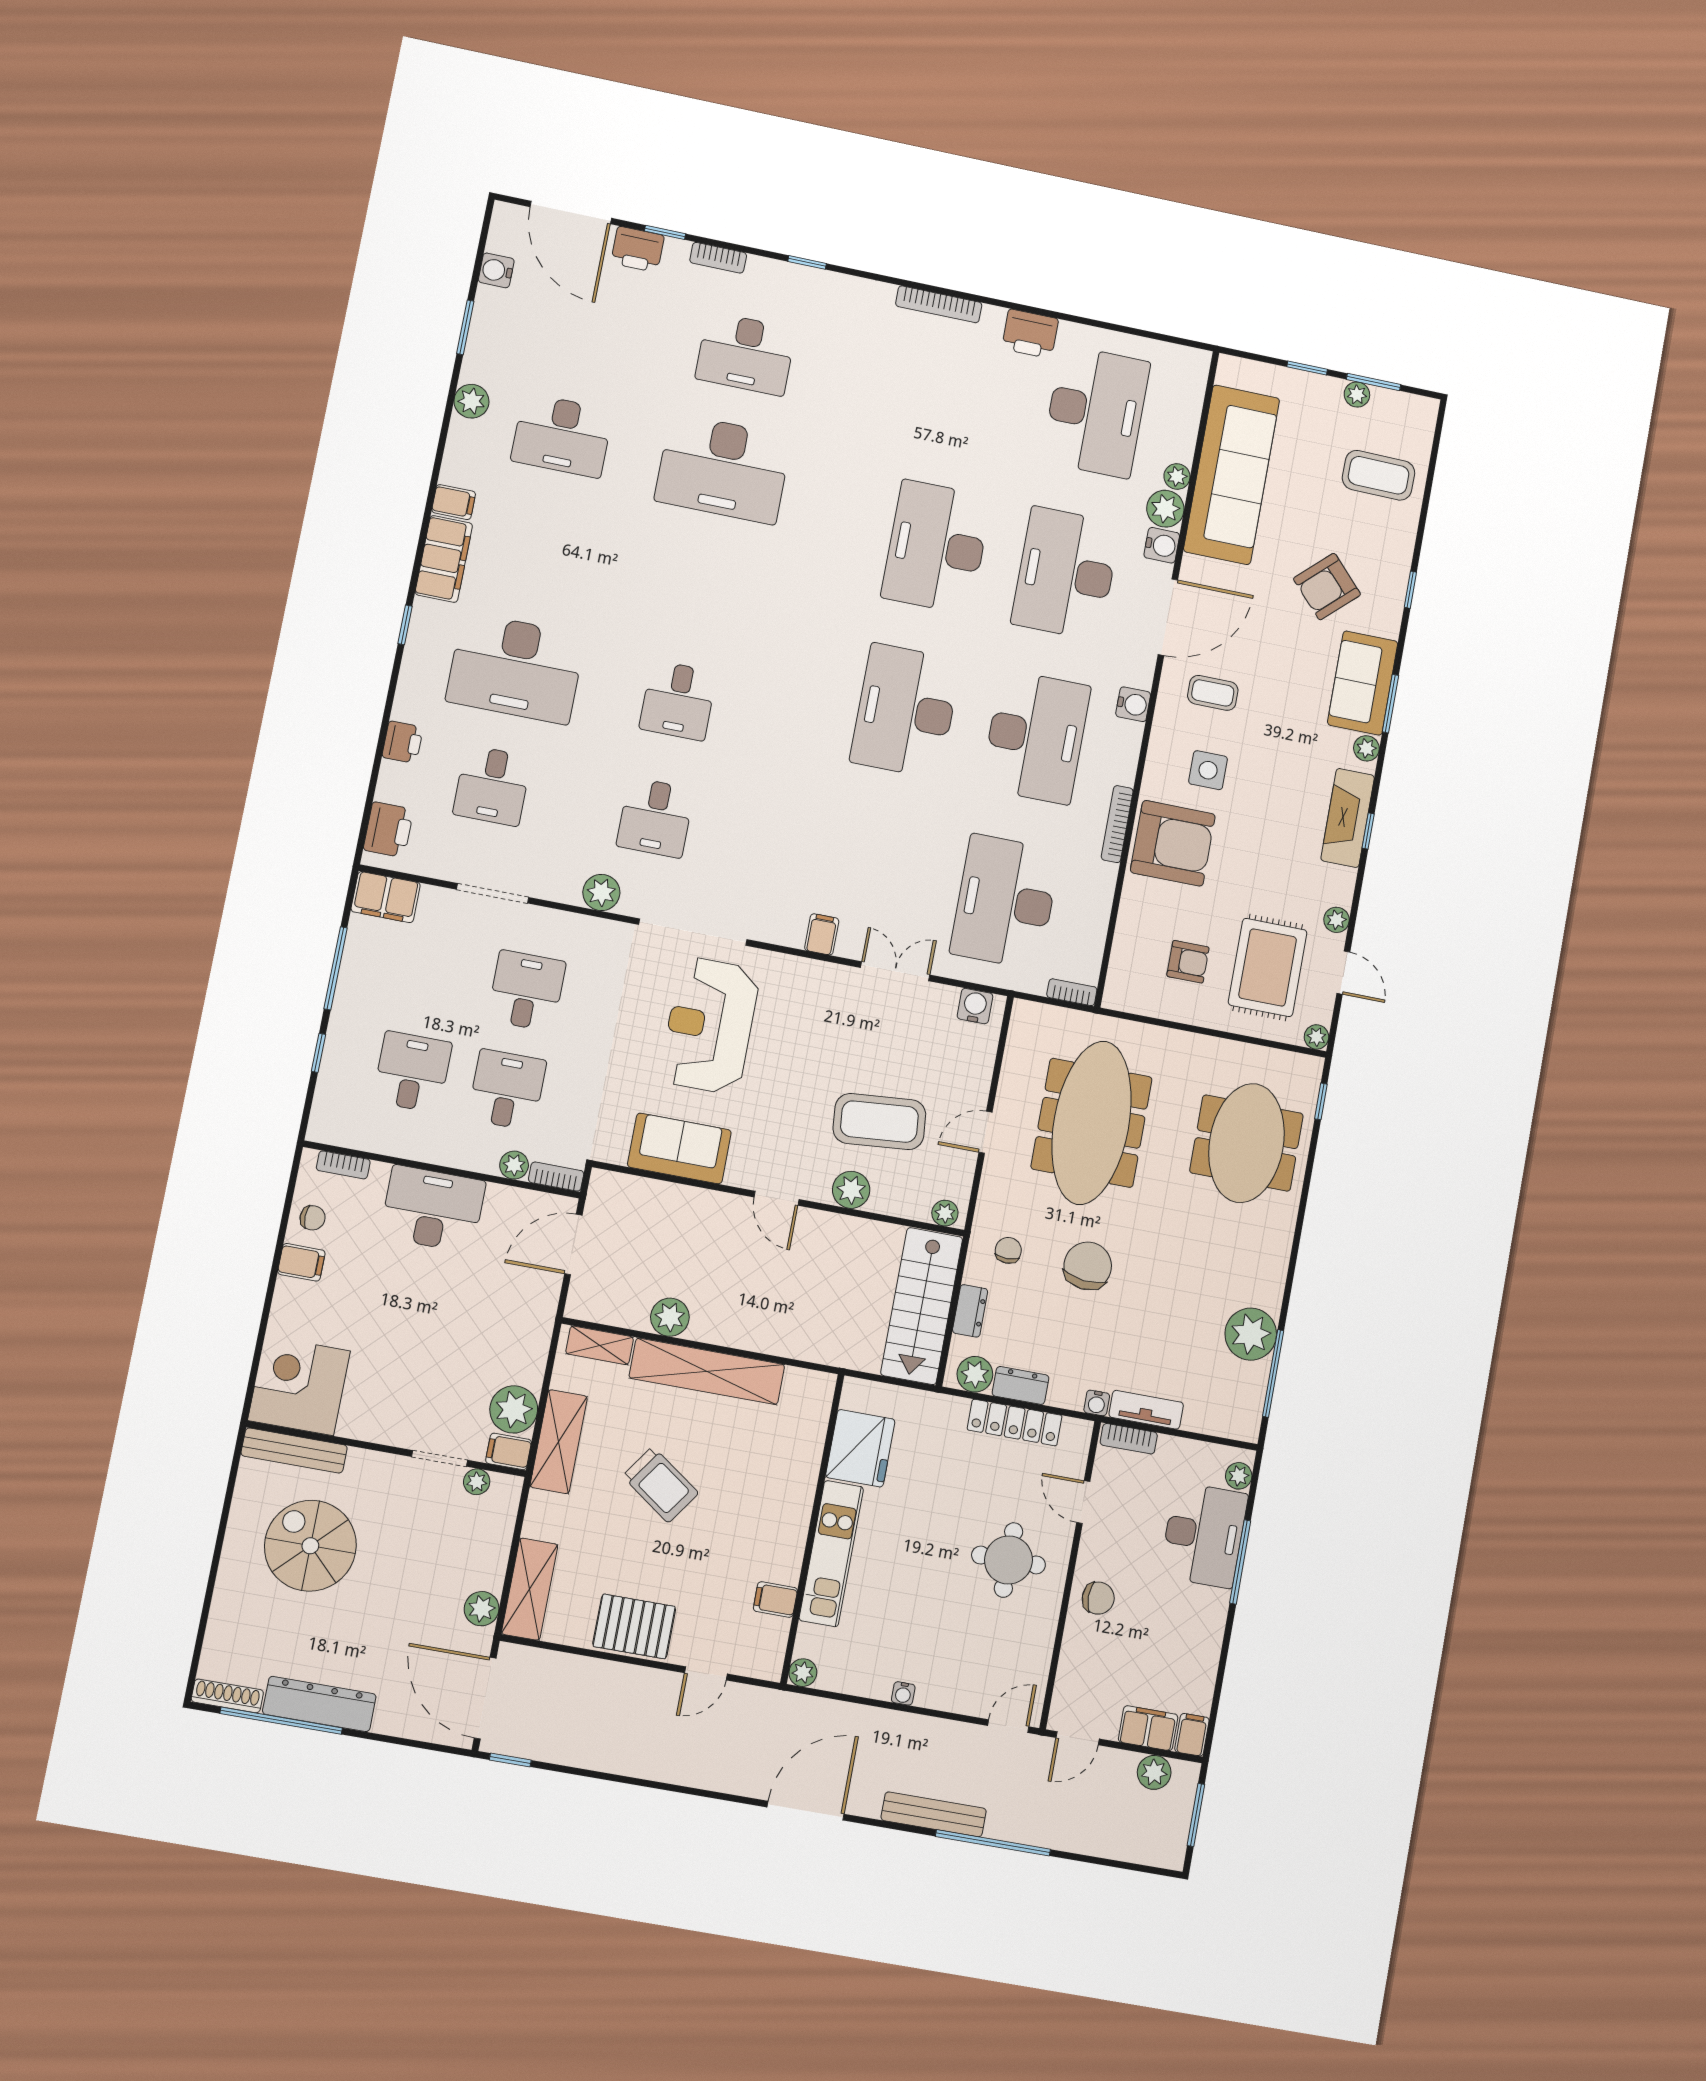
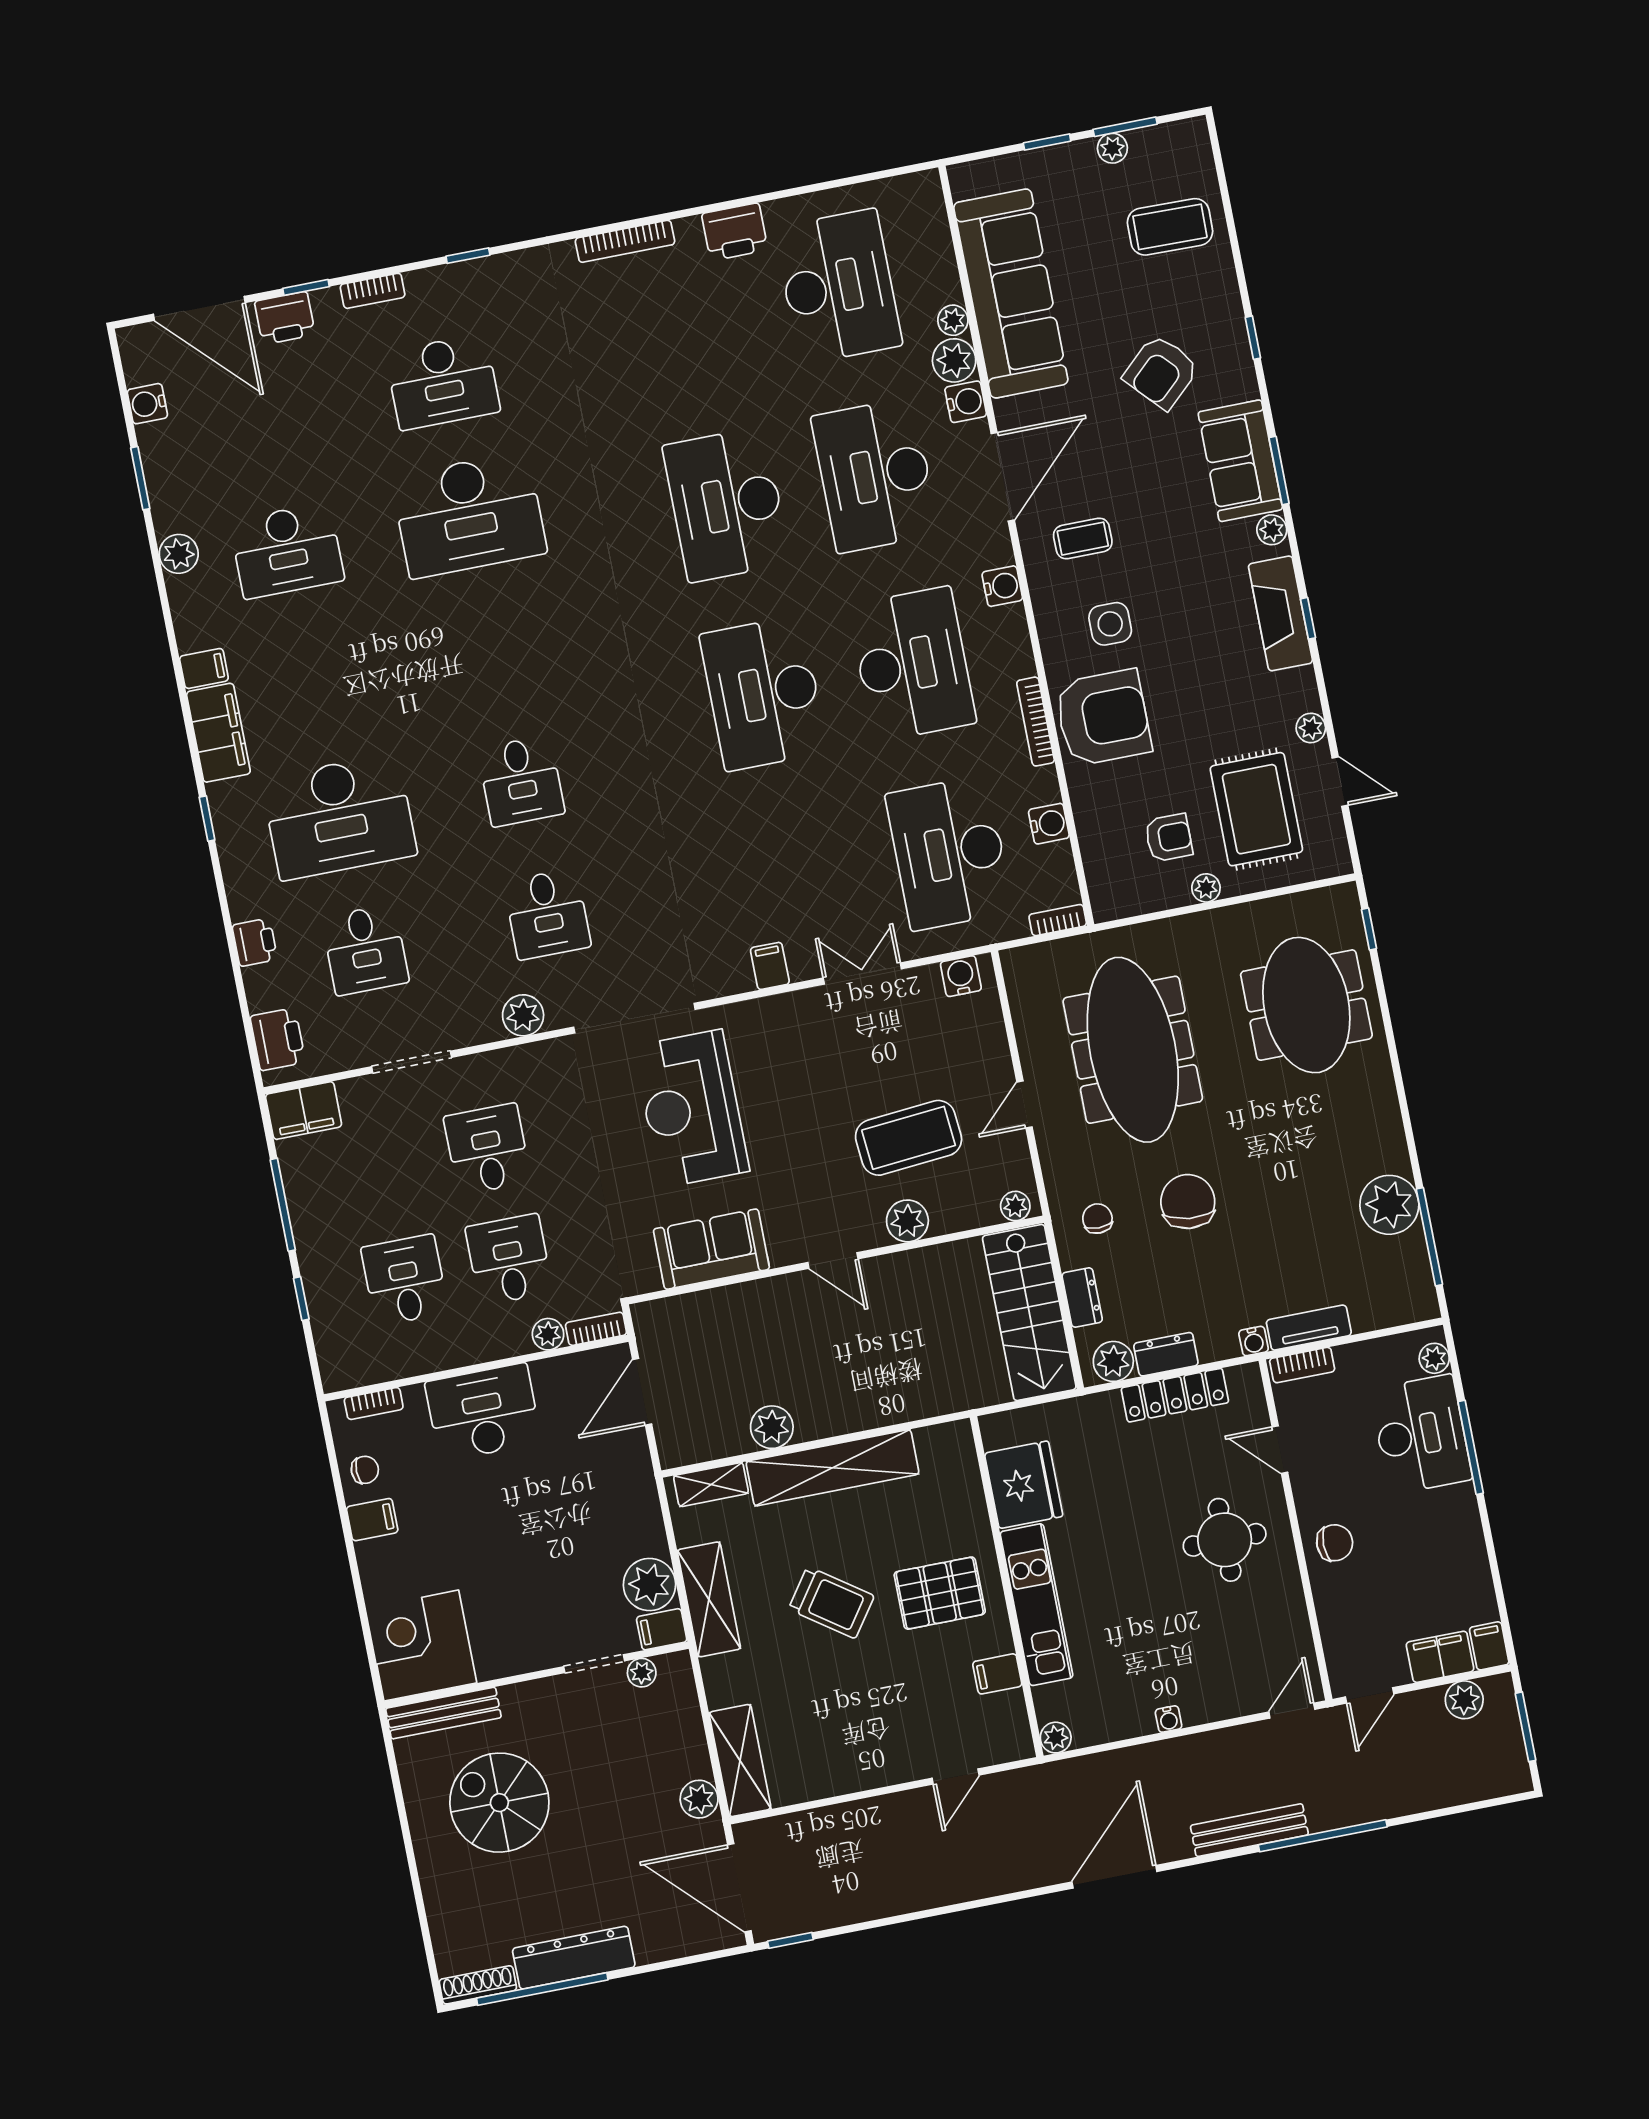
water cooler: (1095, 911) -> (1049, 824), added
plant: (1316, 1037) -> (1206, 888), moved
pallet: (634, 1626) -> (940, 1593), moved

